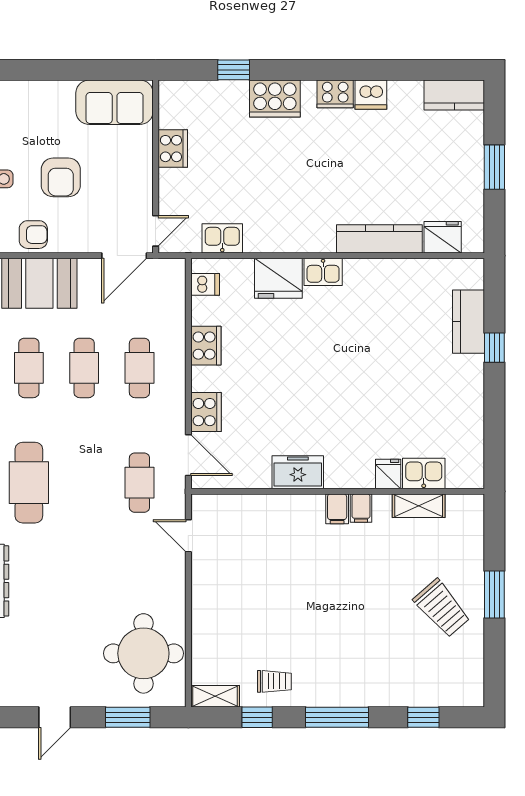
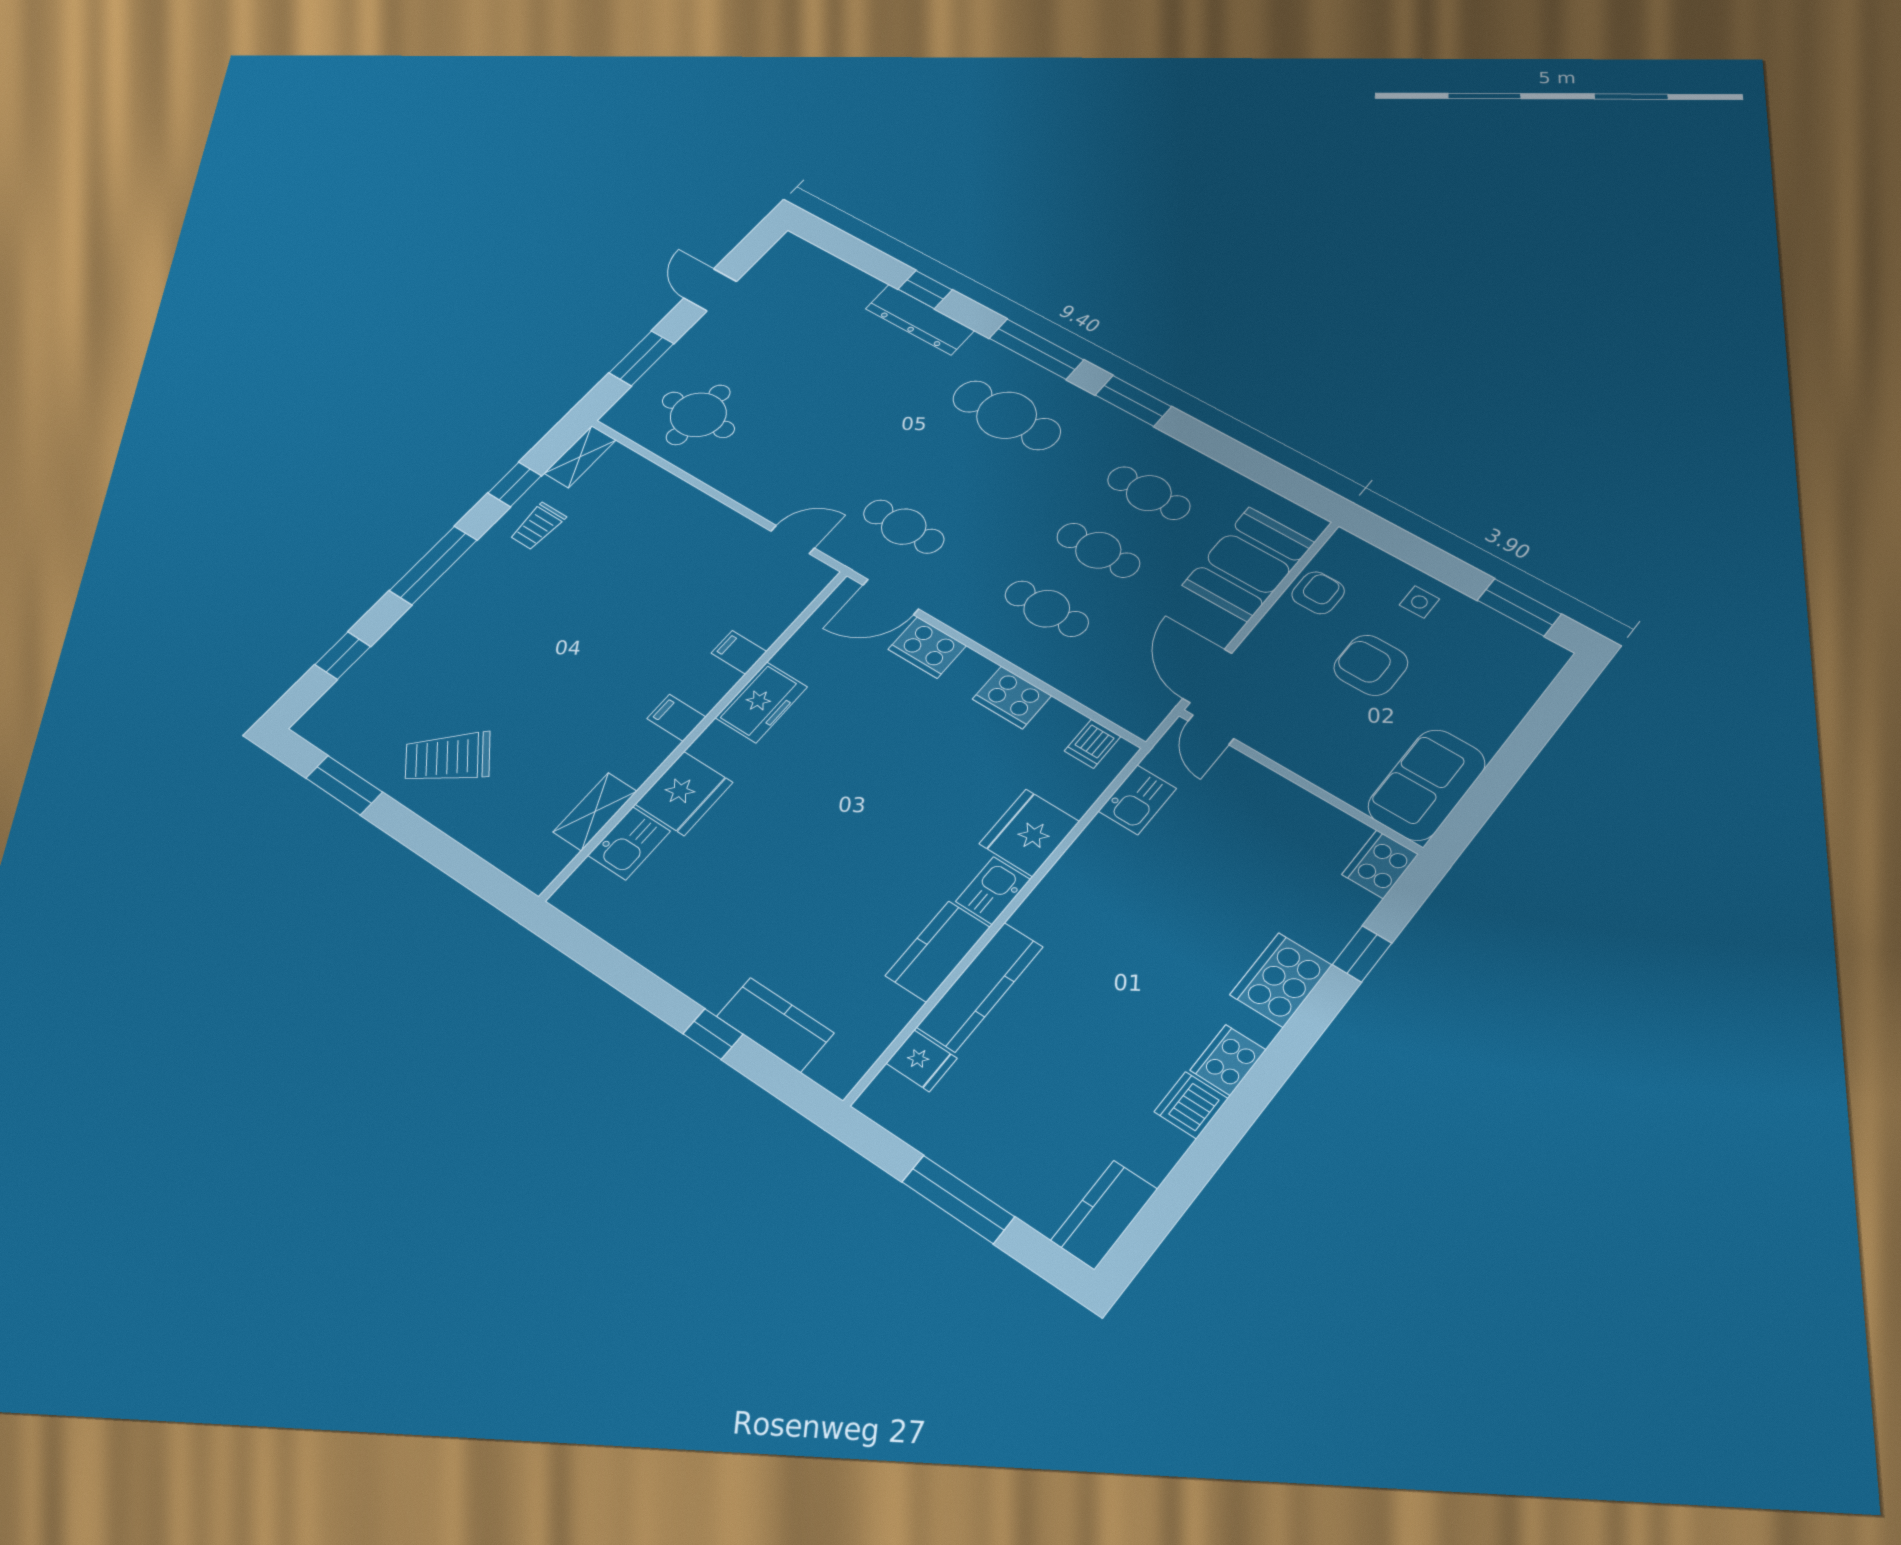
cooker: (173, 149) -> (1380, 864), moved, turned 90
window: (494, 167) -> (958, 1199), width x1.44
armchair: (33, 235) -> (1318, 593), turned 180
fridge: (443, 237) -> (922, 1061), width x0.72
kitchen counter: (375, 274) -> (938, 951), added
fridge: (388, 474) -> (684, 793), width x1.88, depth x1.34
filing cabinet: (361, 508) -> (739, 652), moved
window: (494, 594) -> (344, 785), moved
round table: (143, 653) -> (698, 415), width x0.73, depth x0.73

